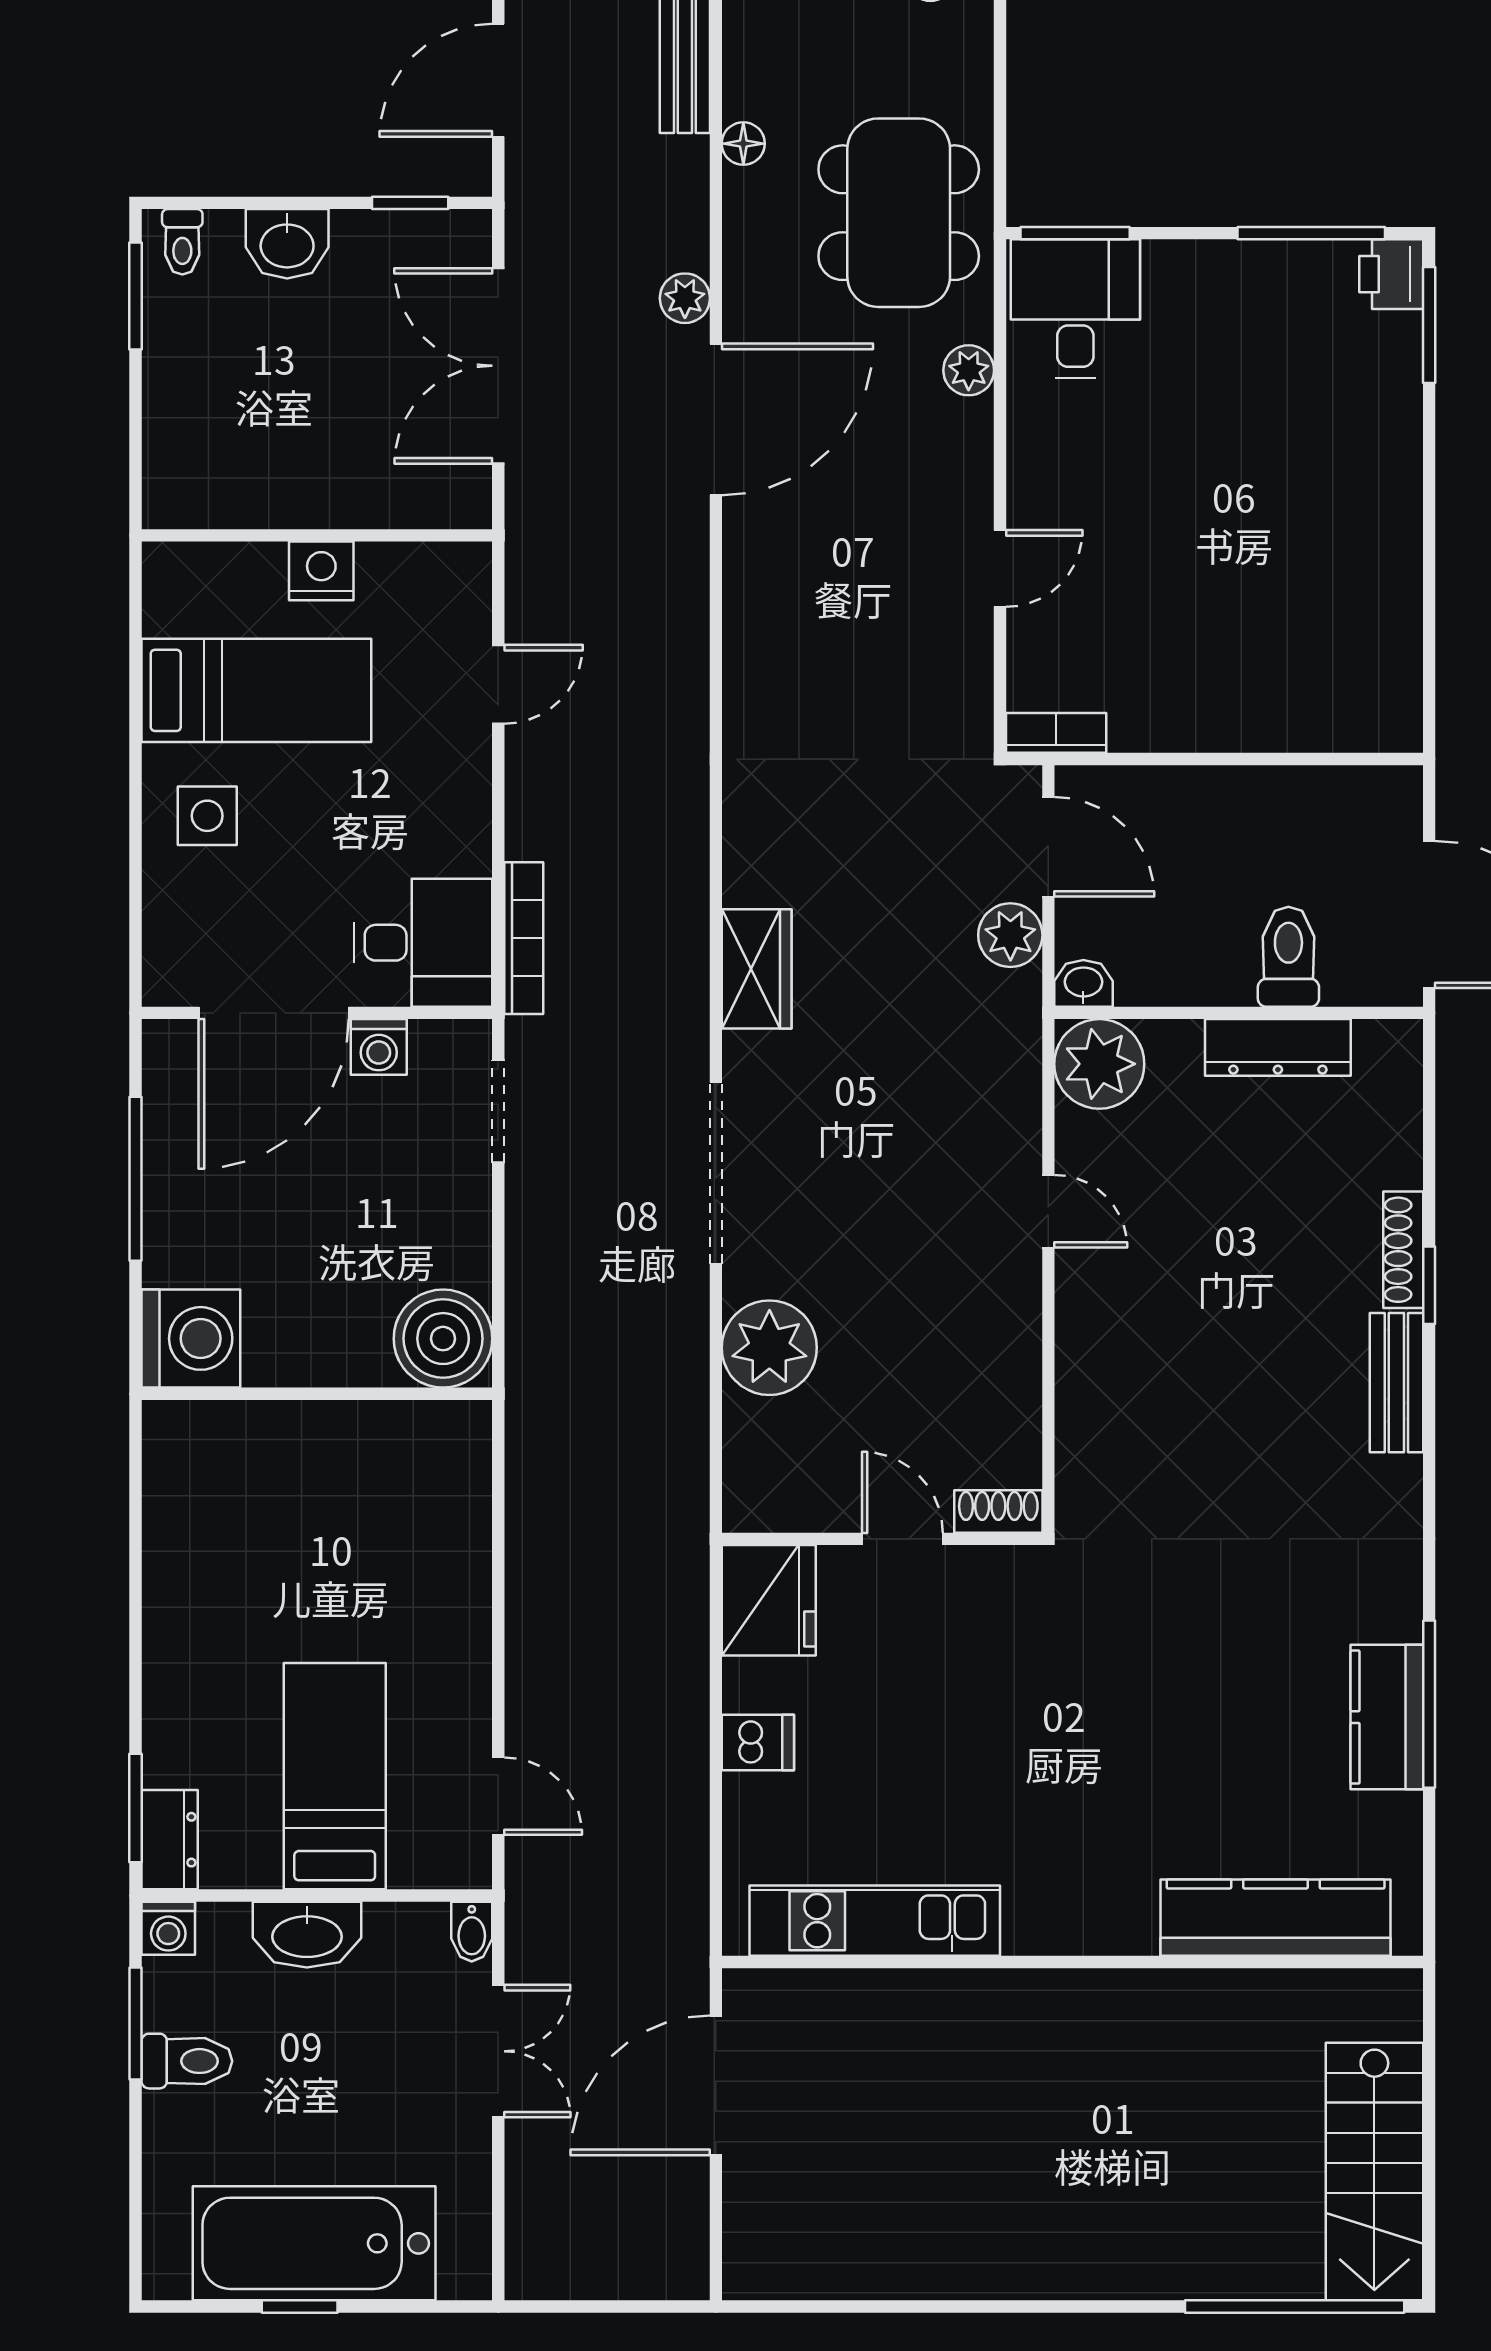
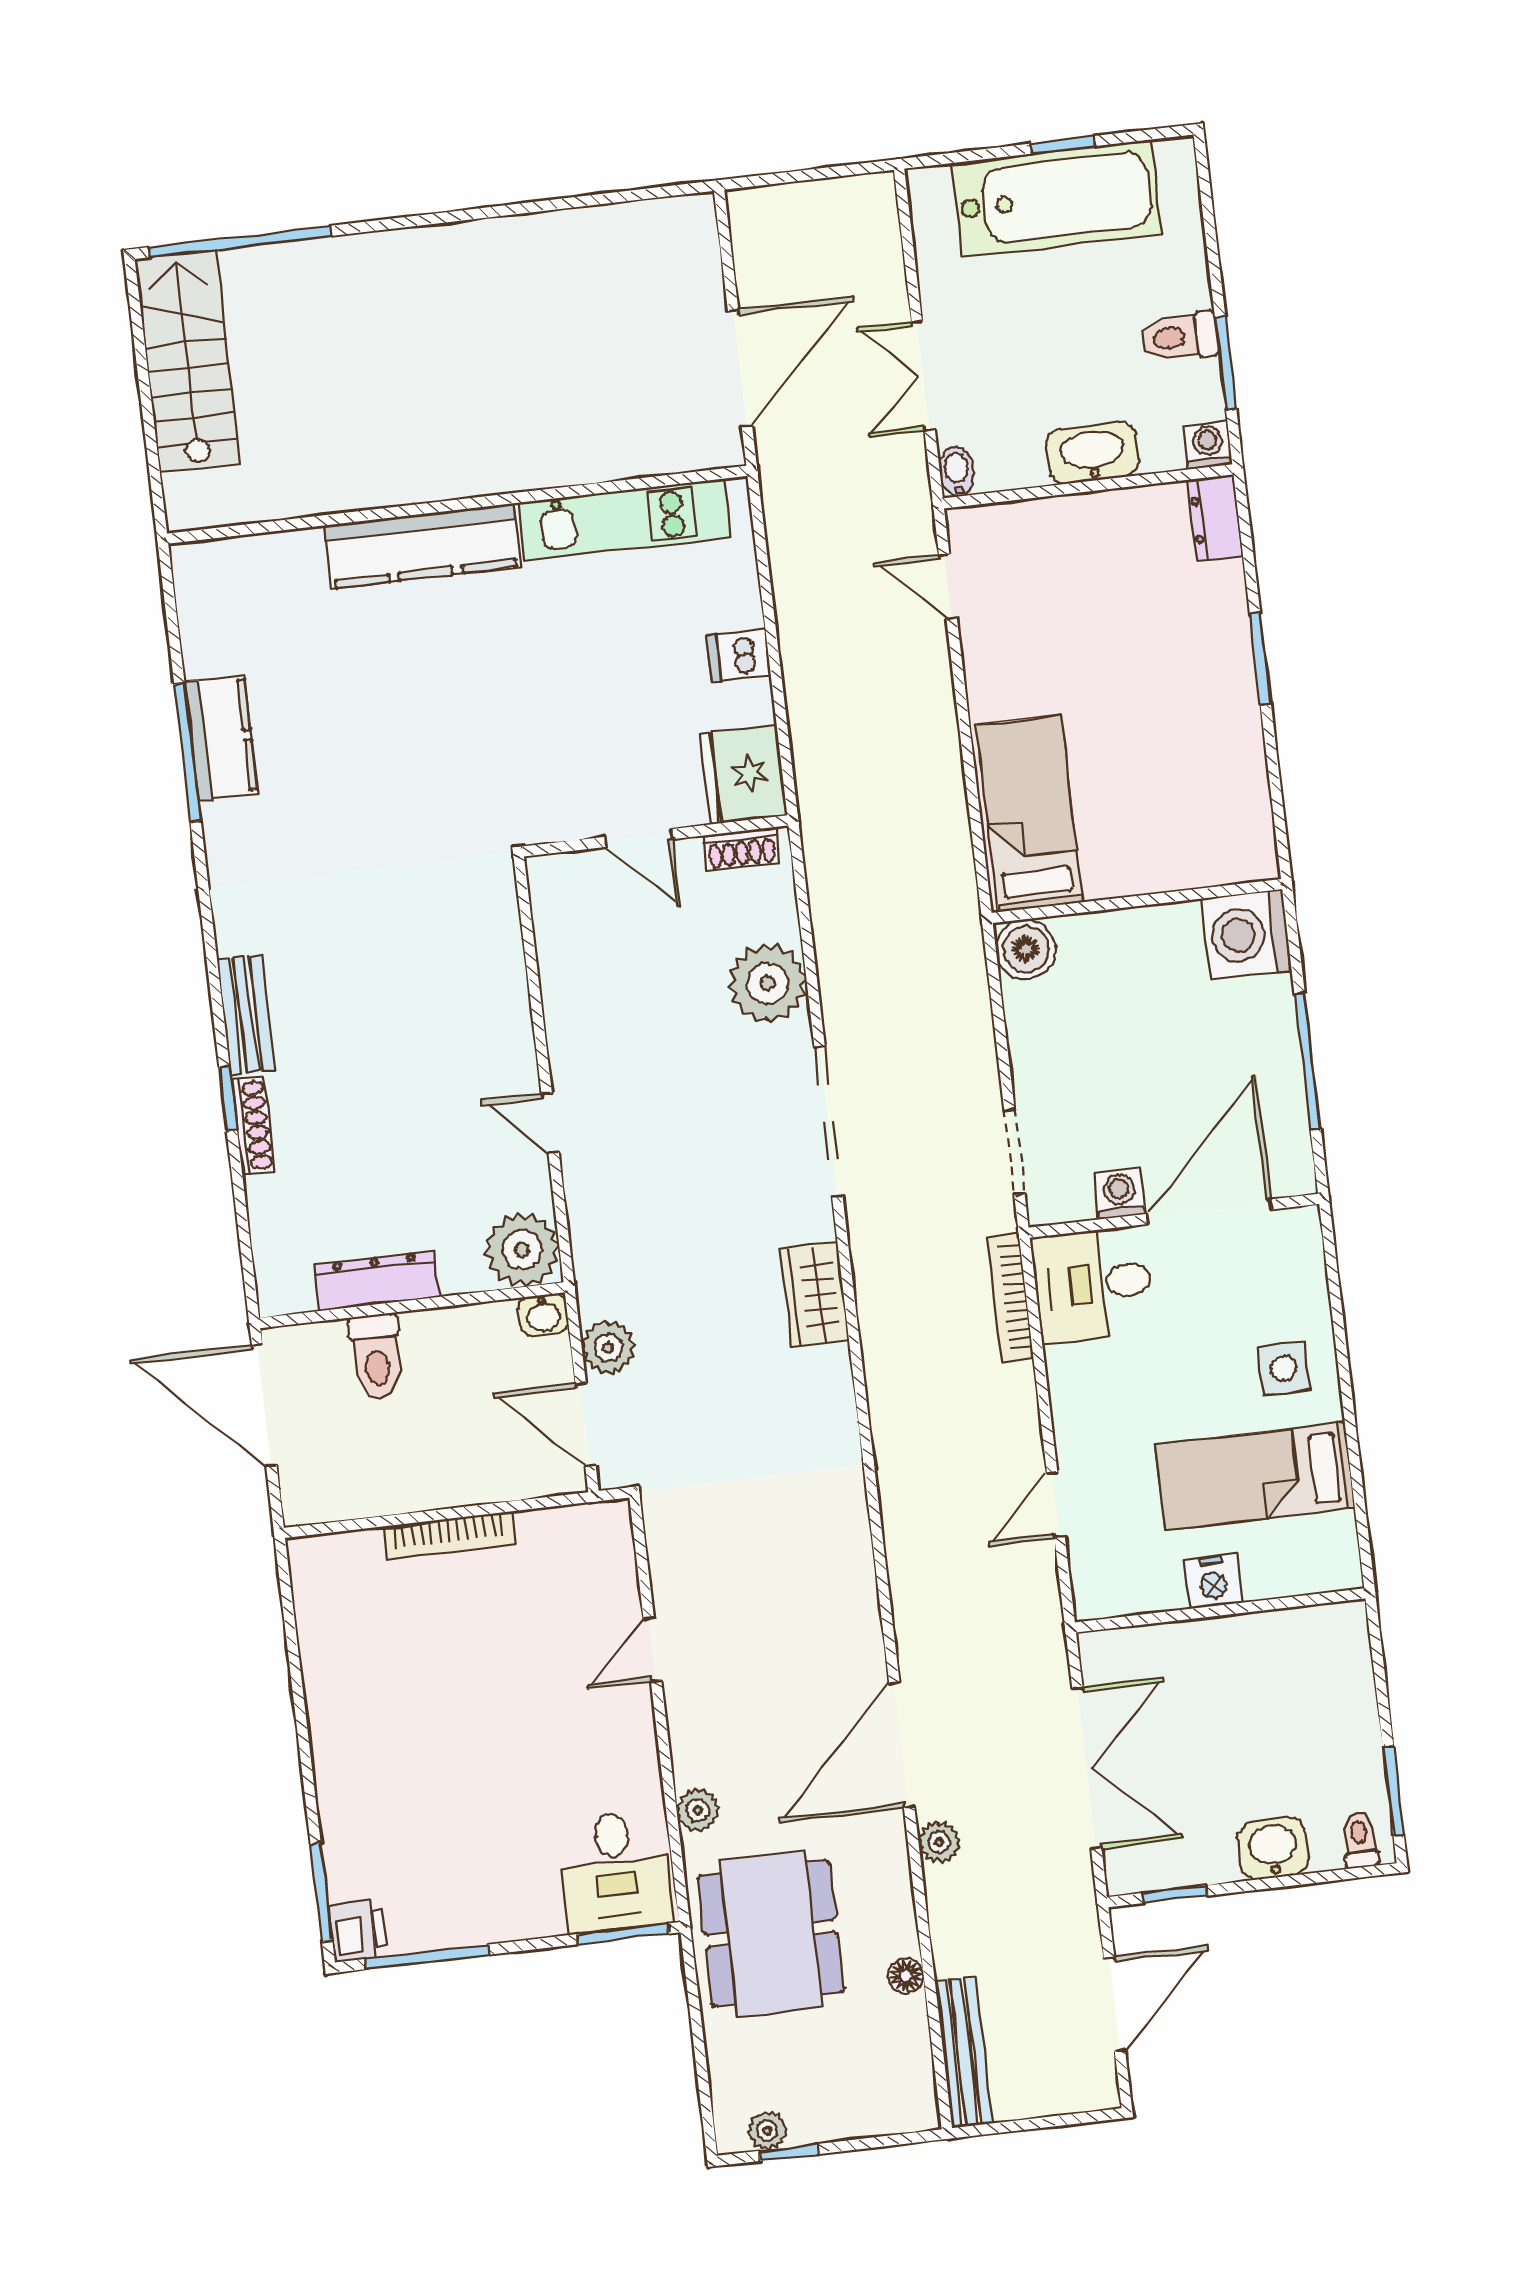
bookcase: (1056, 733) -> (449, 1535), moved, width x1.56
boiler: (443, 1339) -> (1026, 949), width x0.73, depth x0.73
shoe rack: (998, 1511) -> (741, 849), moved
bed: (335, 1776) -> (1029, 814), moved, turned 180
window: (136, 1808) -> (1260, 658), moved
kitchen counter: (1276, 1918) -> (423, 546), moved

